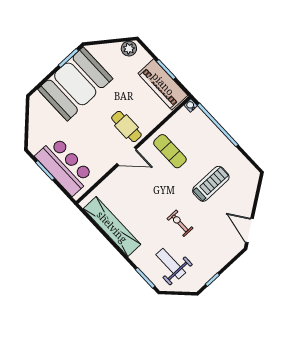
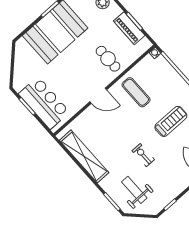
piano: (163, 84) -> (129, 28), width x0.73, depth x0.75
cafe table: (126, 126) -> (108, 59), moved

